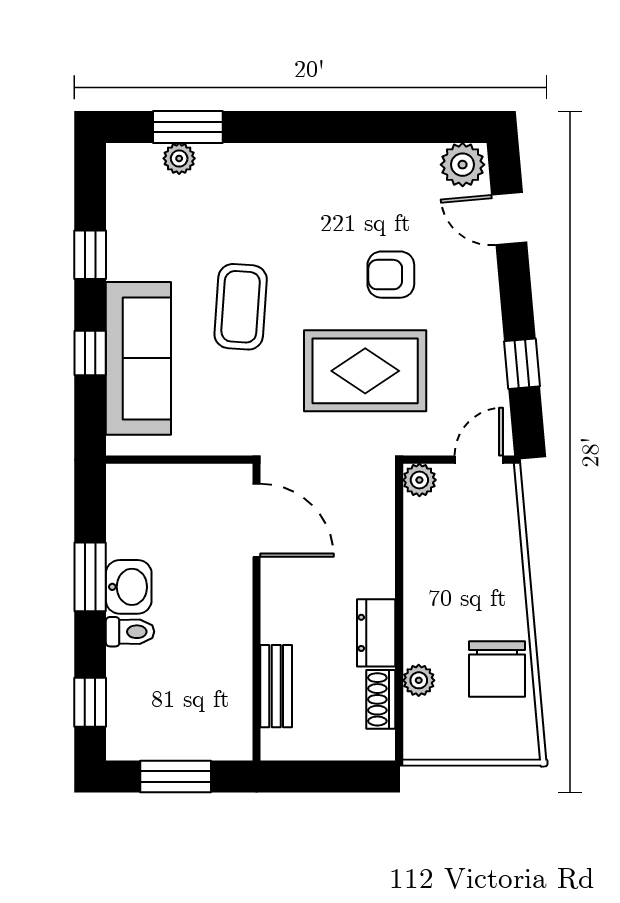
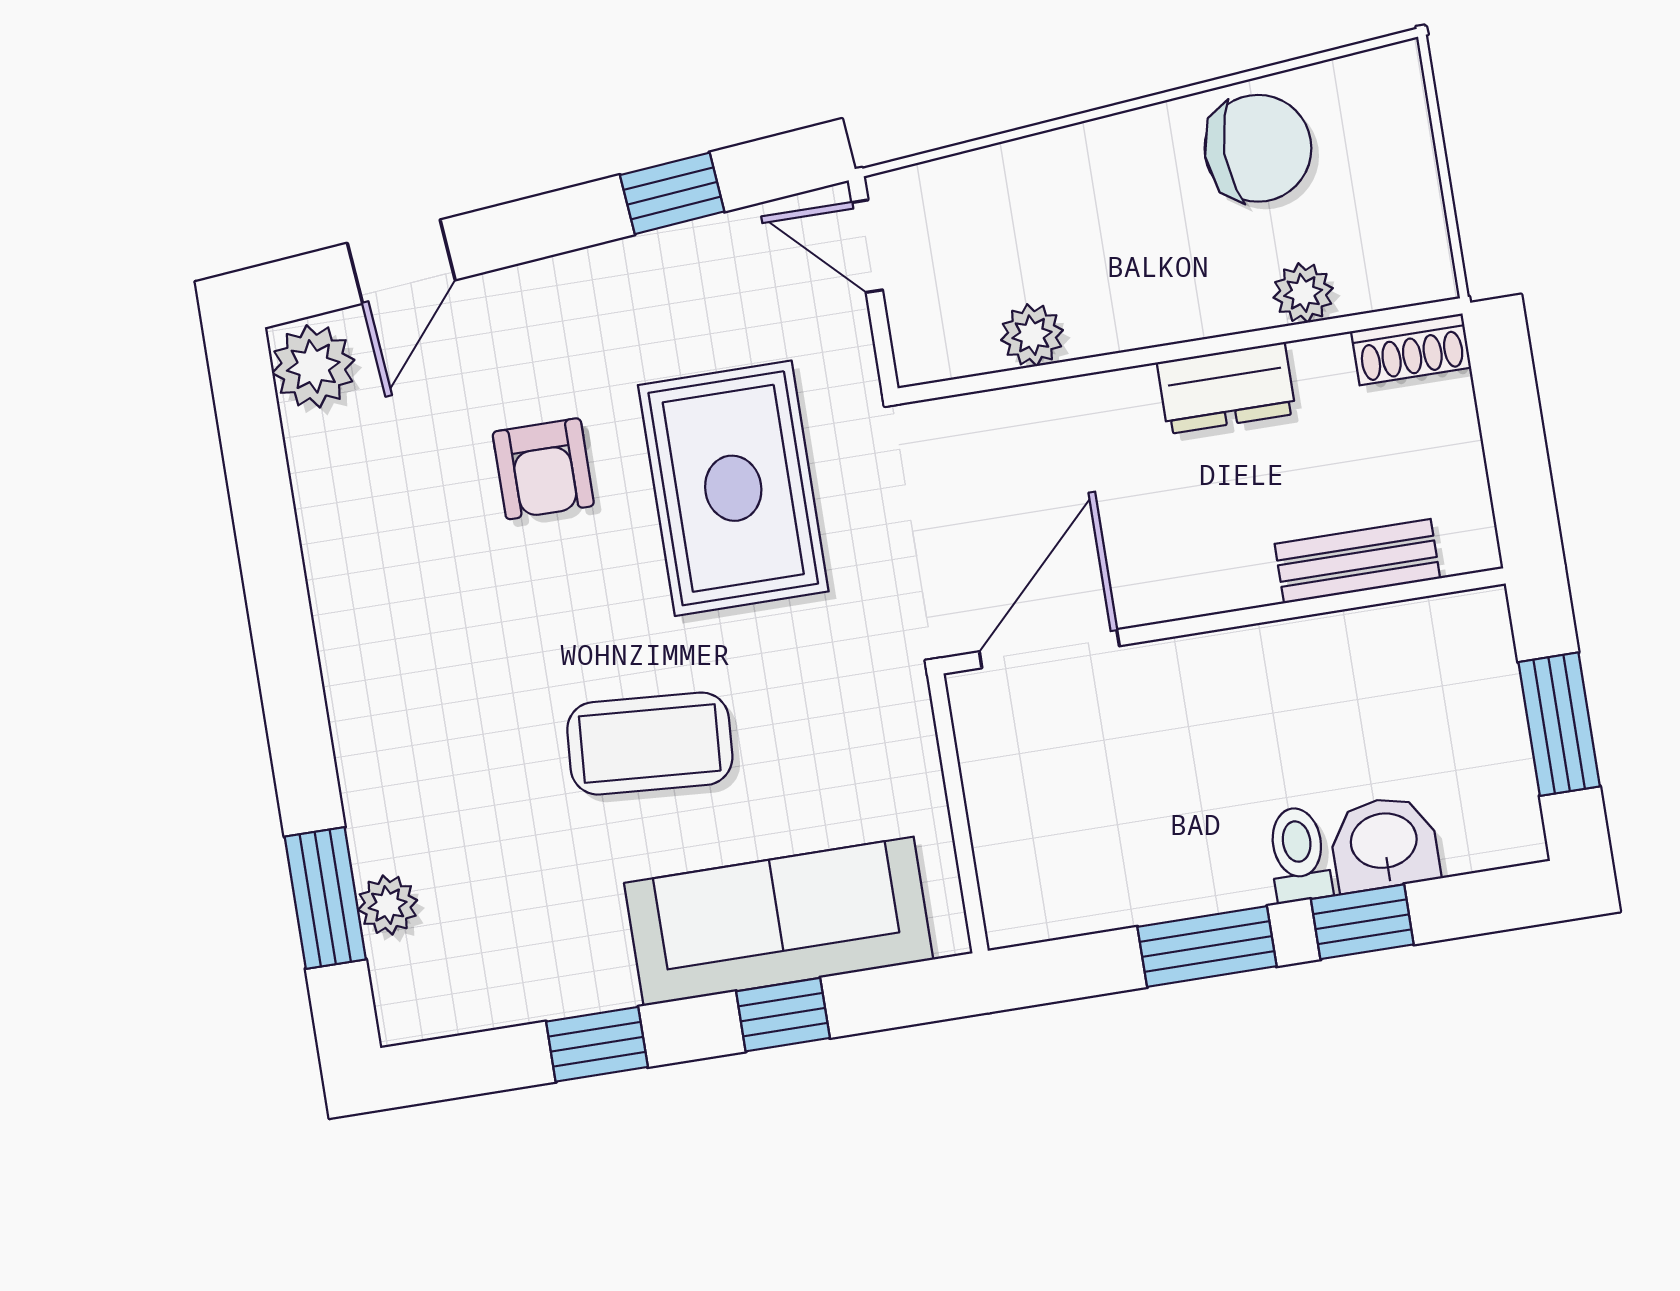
plant: (419, 480) -> (1032, 335), moved
washbasin: (129, 587) -> (1384, 843), moved
shoe rack: (381, 699) -> (1411, 349), moved
window: (90, 702) -> (1362, 922), moved

